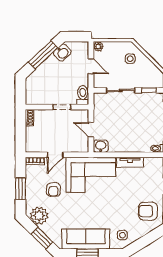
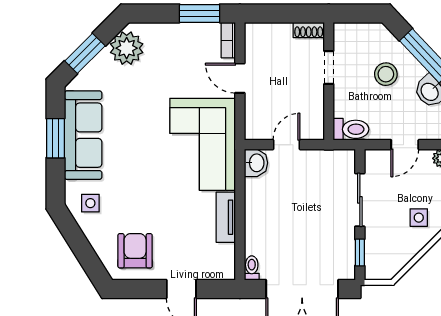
stool: (53, 76) -> (386, 74), added
doorway: (62, 107) -> (329, 67), moved
window: (20, 189) -> (200, 13), moved
armchair: (53, 190) -> (175, 75), removed

